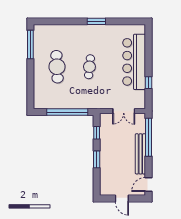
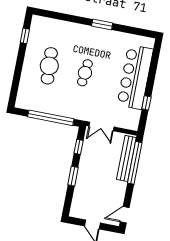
window: (30, 45) -> (25, 36), width x0.46
double door: (124, 111) -> (101, 126), moved
bench: (140, 154) -> (126, 158), moved

